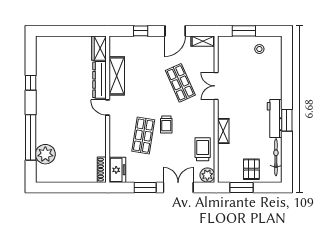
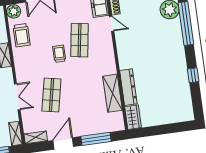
window: (141, 31) -> (96, 139), width x2.17
shelving: (223, 48) -> (16, 133), added
shop shelf: (180, 83) -> (51, 95), turned 36
door: (108, 108) -> (112, 24), moved

